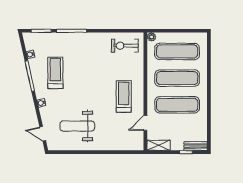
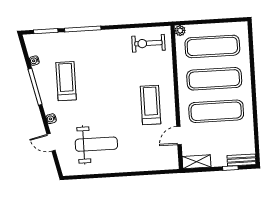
weight bench: (77, 126) -> (96, 144), turned 180
door: (43, 134) -> (51, 142), moved

